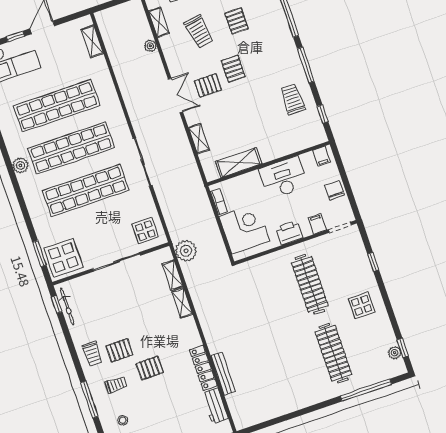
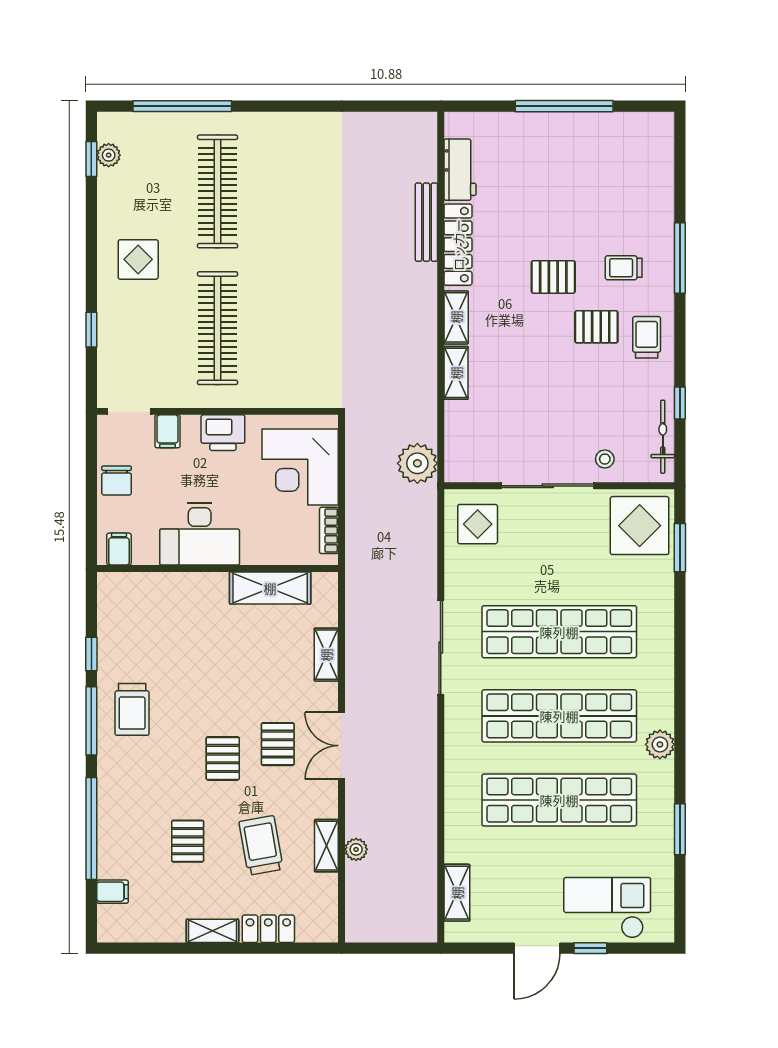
shelving: (159, 22) -> (326, 846), moved
pallet: (208, 85) -> (278, 744), turned 90
trolley: (293, 99) -> (132, 709), moved
window: (323, 114) -> (91, 654), moved
plant: (20, 165) -> (660, 744), moved
shelving: (173, 275) -> (456, 317), moved
window: (57, 304) -> (680, 403), moved
stool: (123, 420) -> (605, 459), moved

